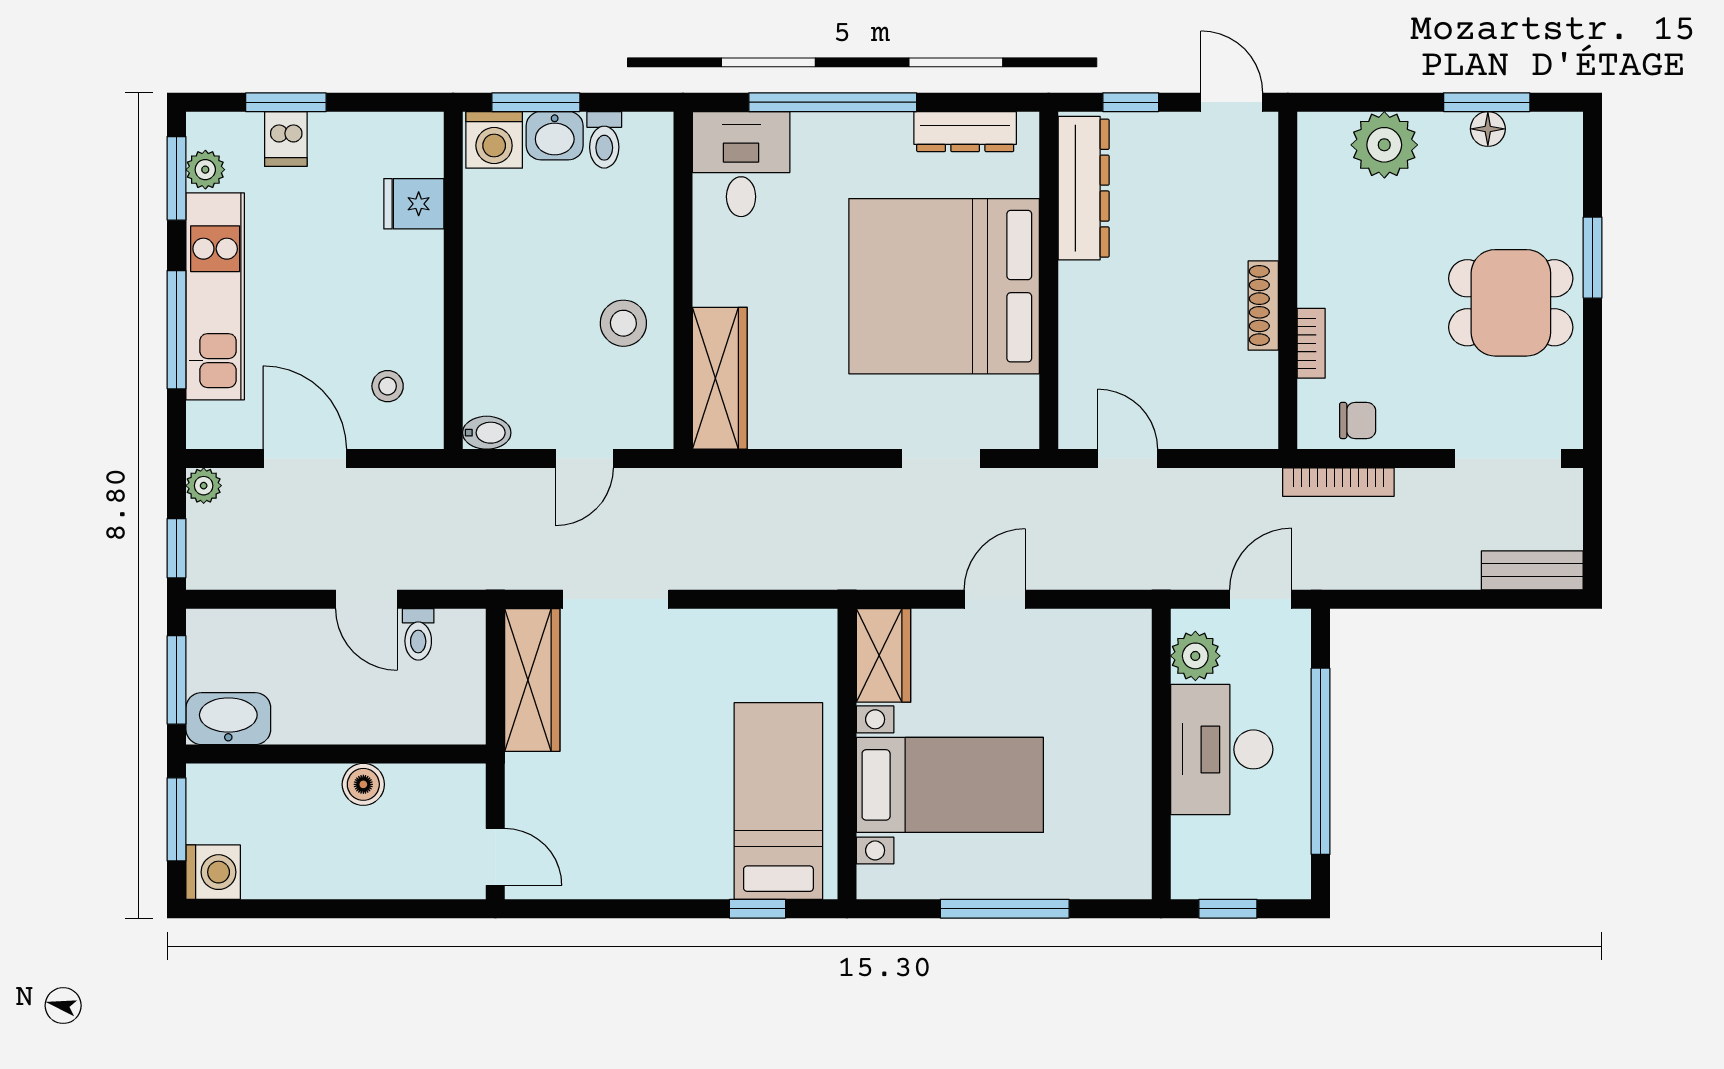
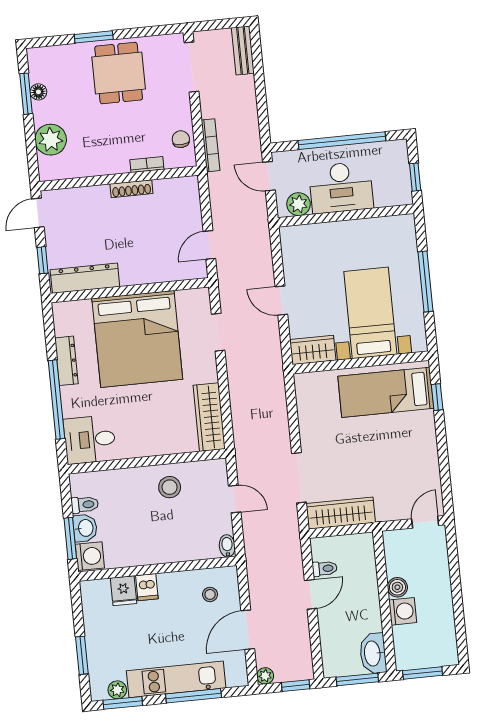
dresser: (965, 132) -> (66, 361), moved
dishwasher: (286, 139) -> (147, 587), moved, turned 90
wardrobe: (720, 378) -> (209, 417), moved, turned -90
washing machine: (213, 872) -> (403, 611), moved, turned 90

